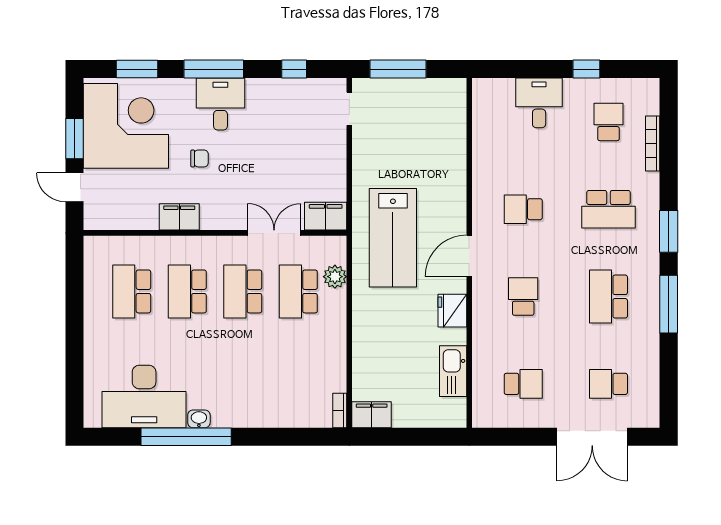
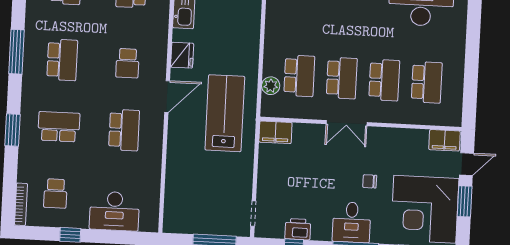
printer: (290, 91) -> (298, 229), added
desk: (539, 103) -> (114, 211), width x1.37
bookcase: (653, 144) -> (21, 204), moved
door: (74, 187) -> (466, 164), hinge flipped
school desk: (523, 209) -> (124, 130), width x1.85
filing cabinet: (179, 217) -> (445, 140), moved
window: (669, 231) -> (13, 130), moved
double door: (274, 233) -> (347, 123), moved

